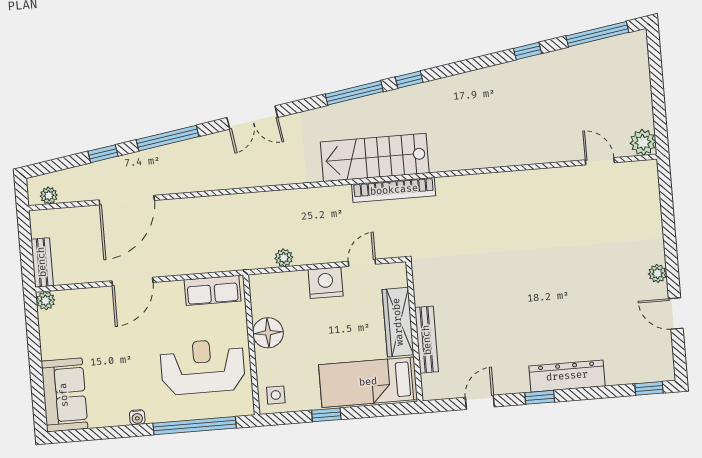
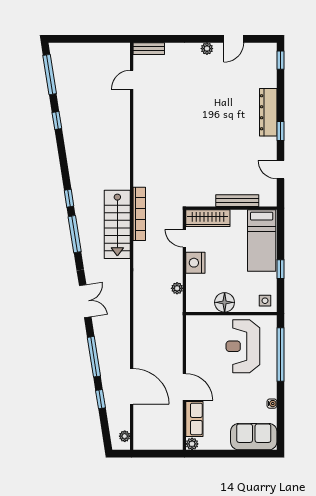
plant: (643, 142) -> (122, 51), removed
bench: (42, 262) -> (149, 49), moved
row of seats: (213, 290) -> (194, 419), moved
wardrobe: (398, 322) -> (208, 218), moved
water cooler: (137, 417) -> (272, 404), moved

